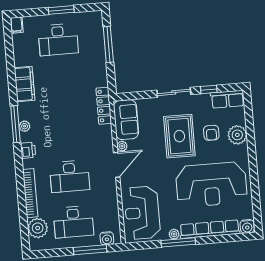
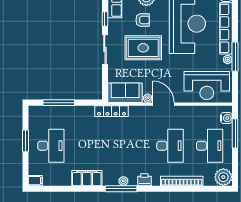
plant: (38, 228) -> (223, 177), moved

